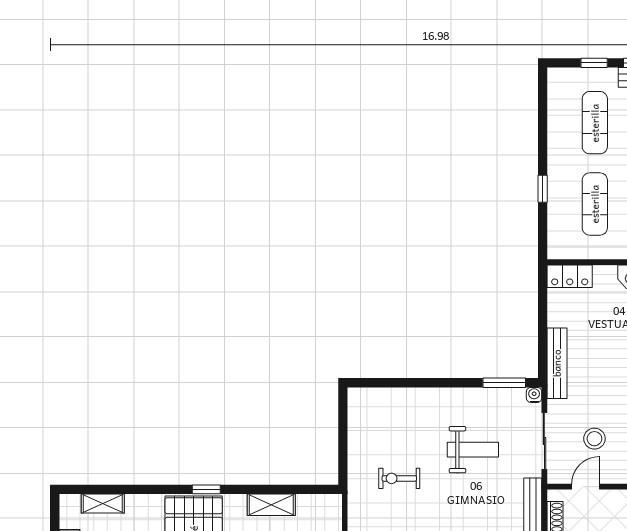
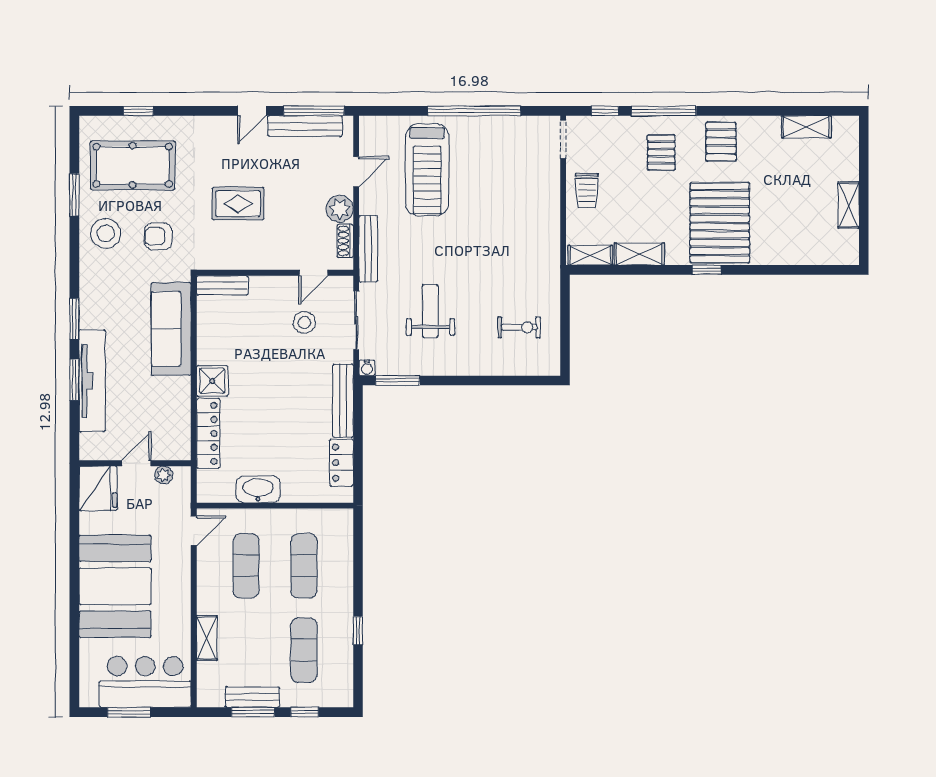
window: (543, 189) -> (358, 631), moved
locker: (570, 276) -> (342, 463), moved, turned -90
weight bench: (473, 450) -> (430, 311), turned 90
exercise bike: (399, 478) -> (519, 327), moved
shelving: (103, 504) -> (590, 255), moved

